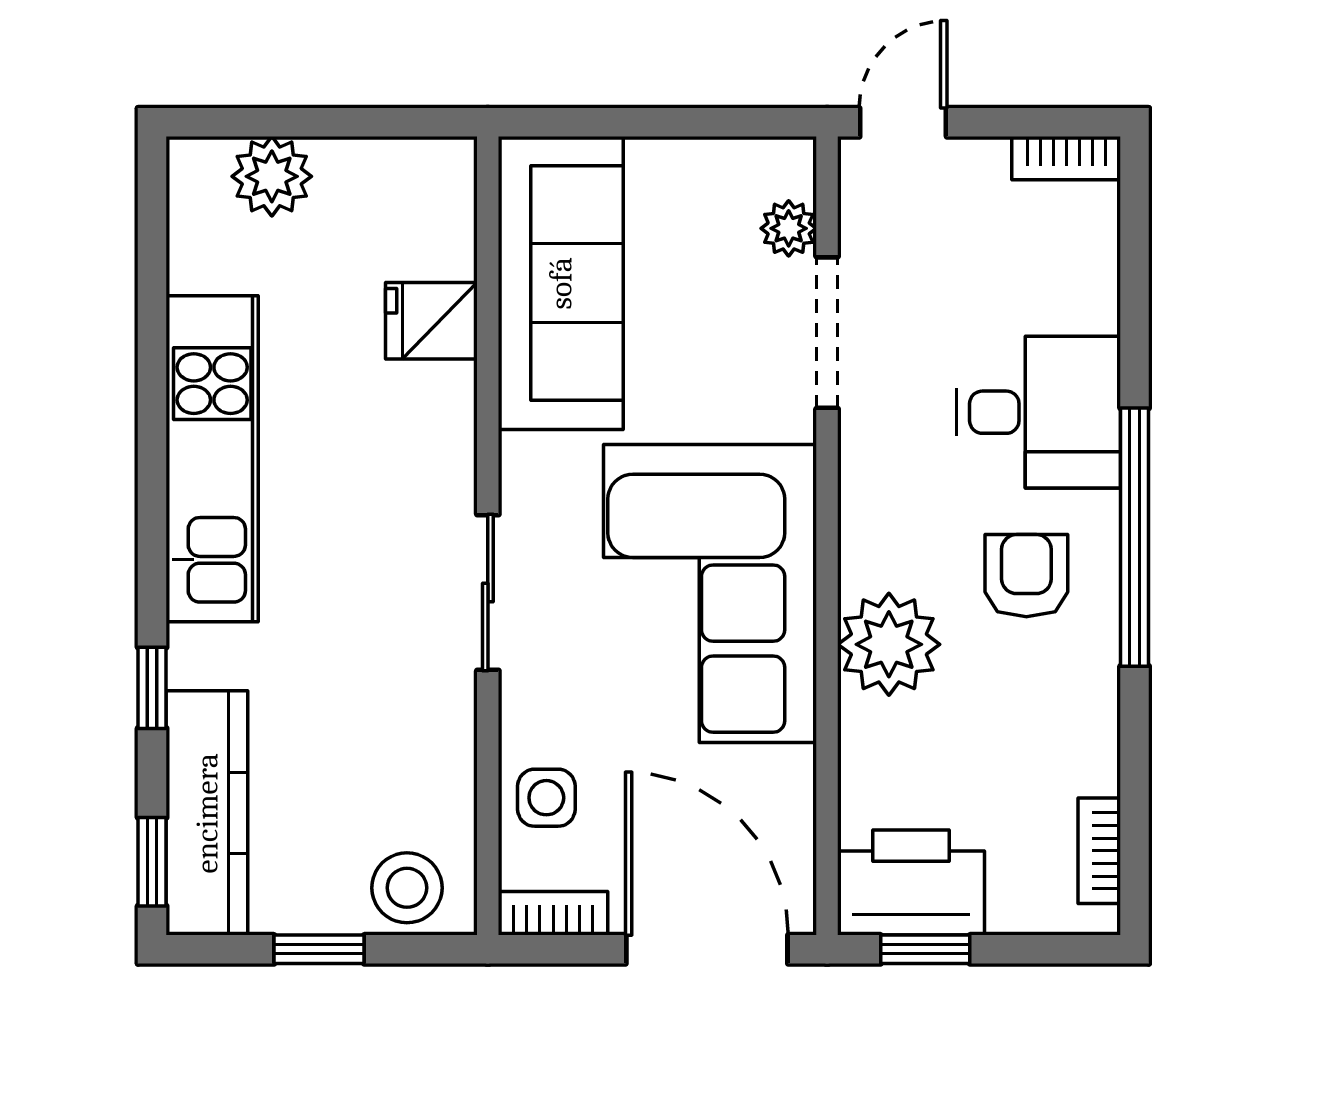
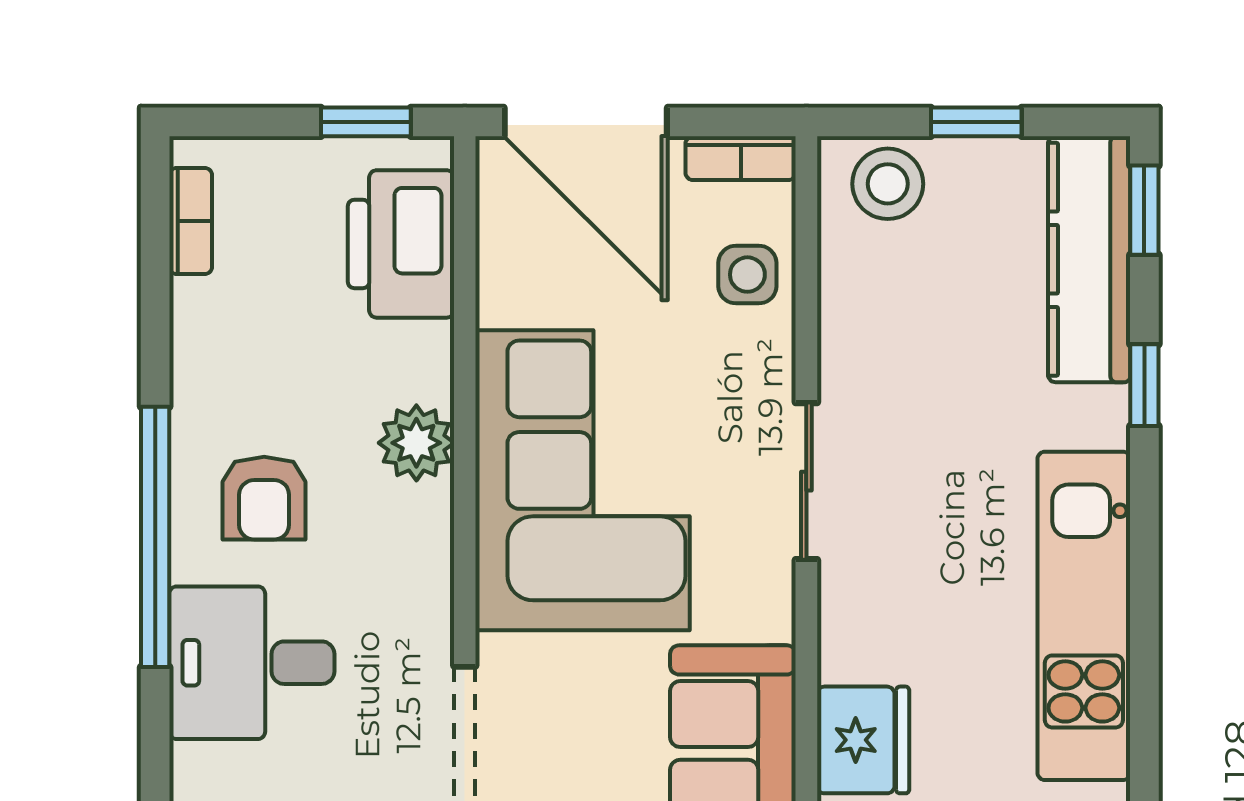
fridge: (431, 321) -> (863, 740), width x1.38
plant: (889, 644) -> (416, 443), width x0.73, depth x0.73
printer: (911, 882) -> (401, 244), moved, turned 90

